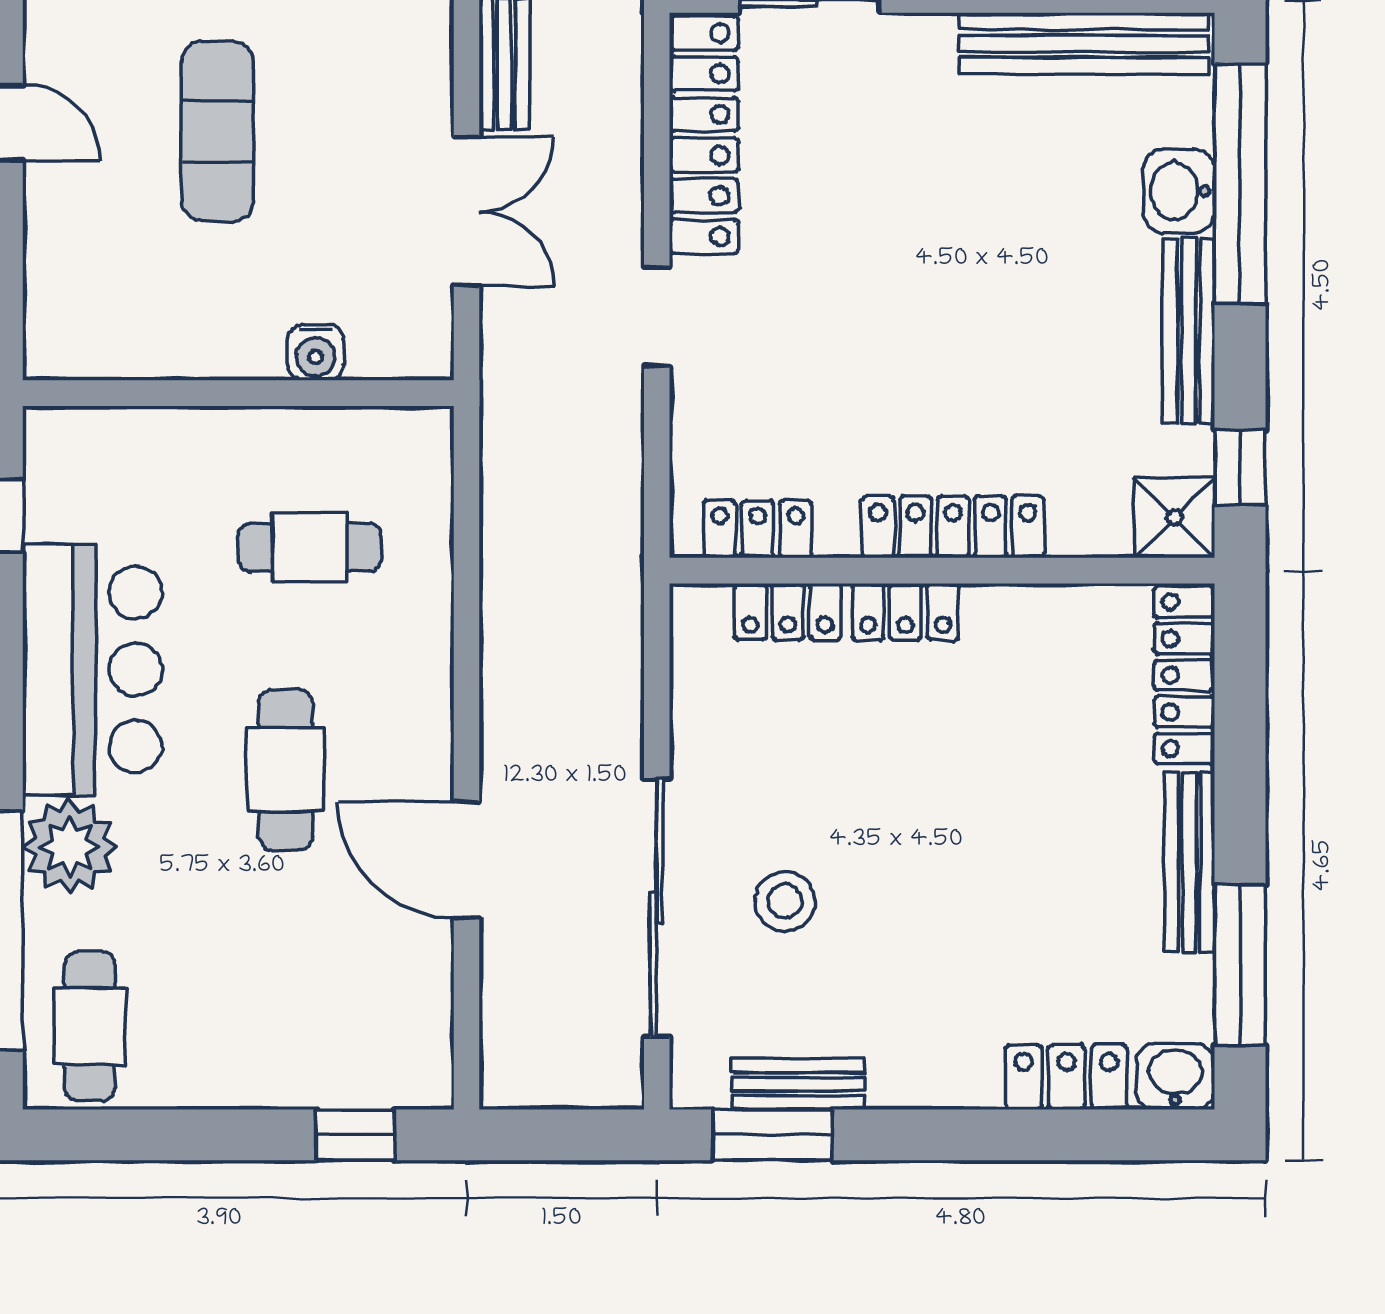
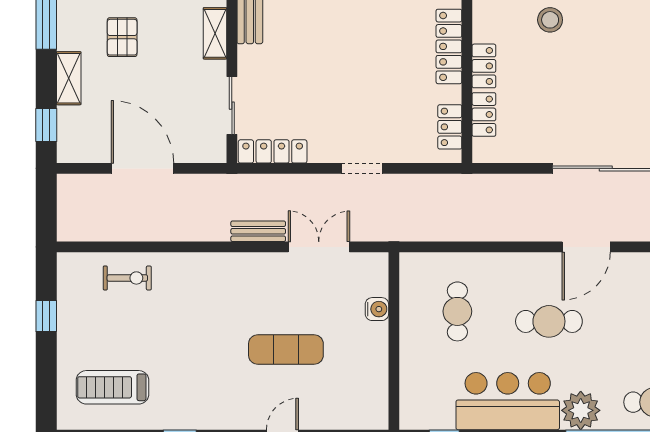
locker: (704, 135) -> (273, 151), width x0.71, depth x0.83
stool: (785, 901) -> (550, 20), moved

